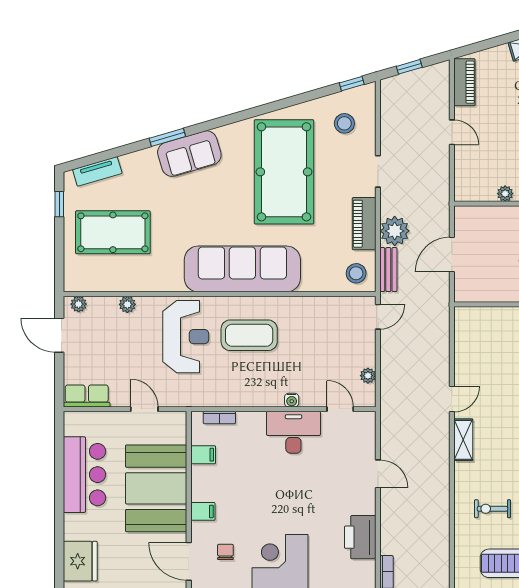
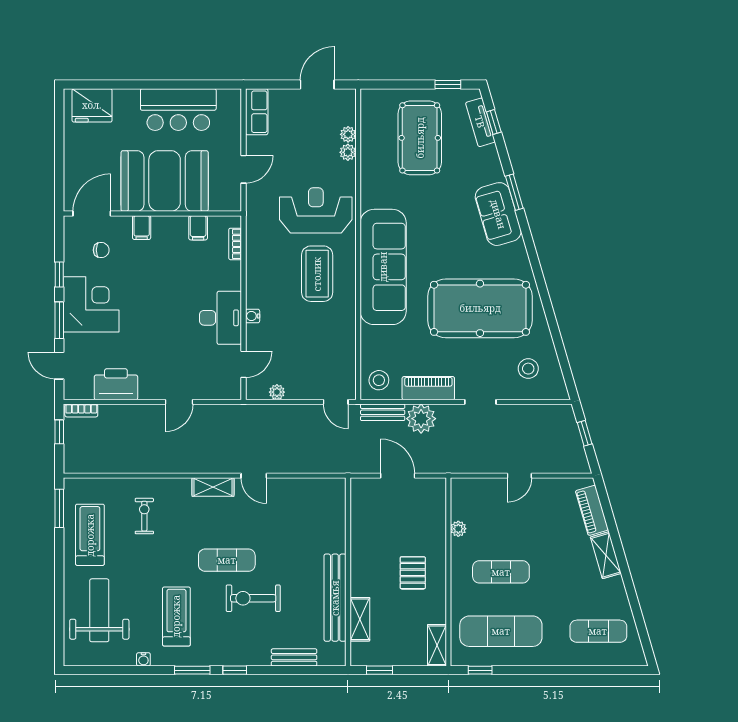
piano: (464, 82) -> (592, 510), moved, turned 74
window: (352, 84) -> (494, 122), moved
plant: (79, 304) -> (348, 134), moved
reception desk: (186, 337) -> (316, 210), turned 180

